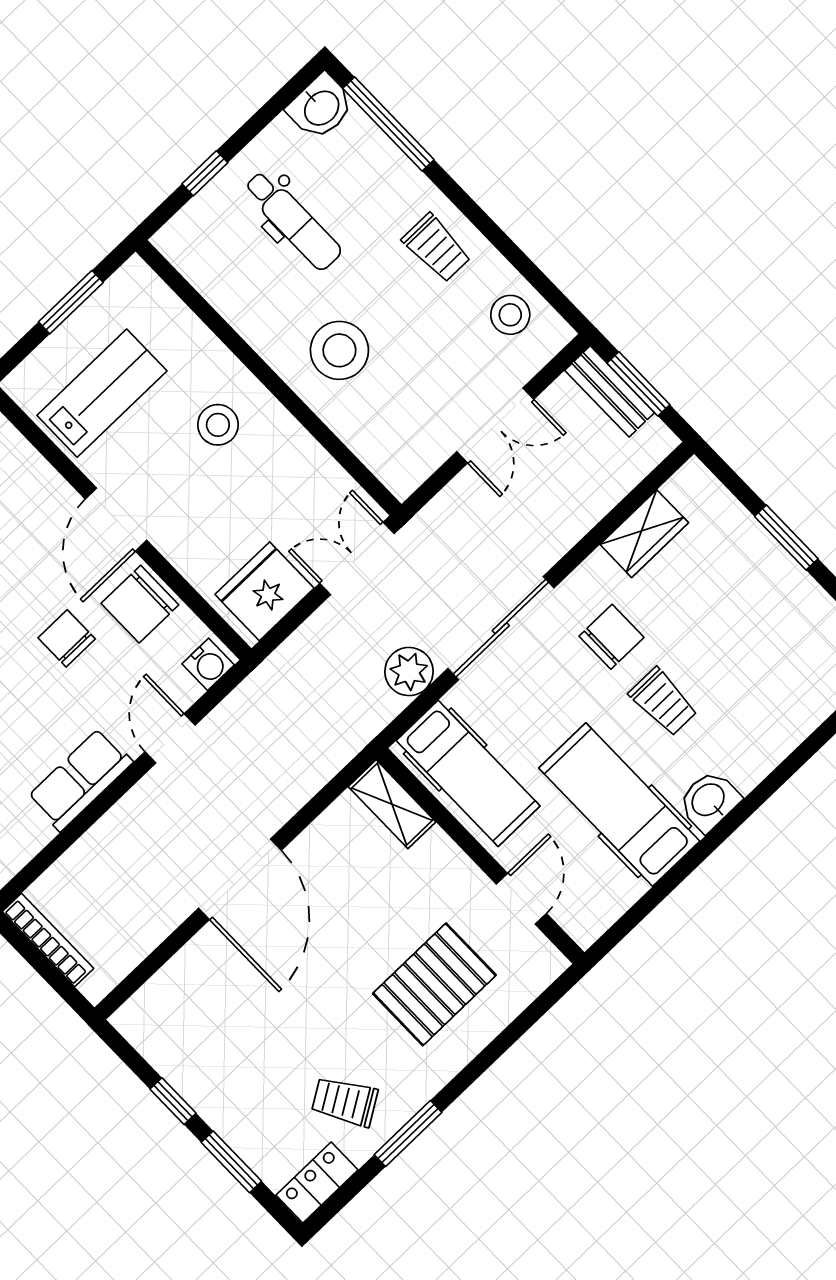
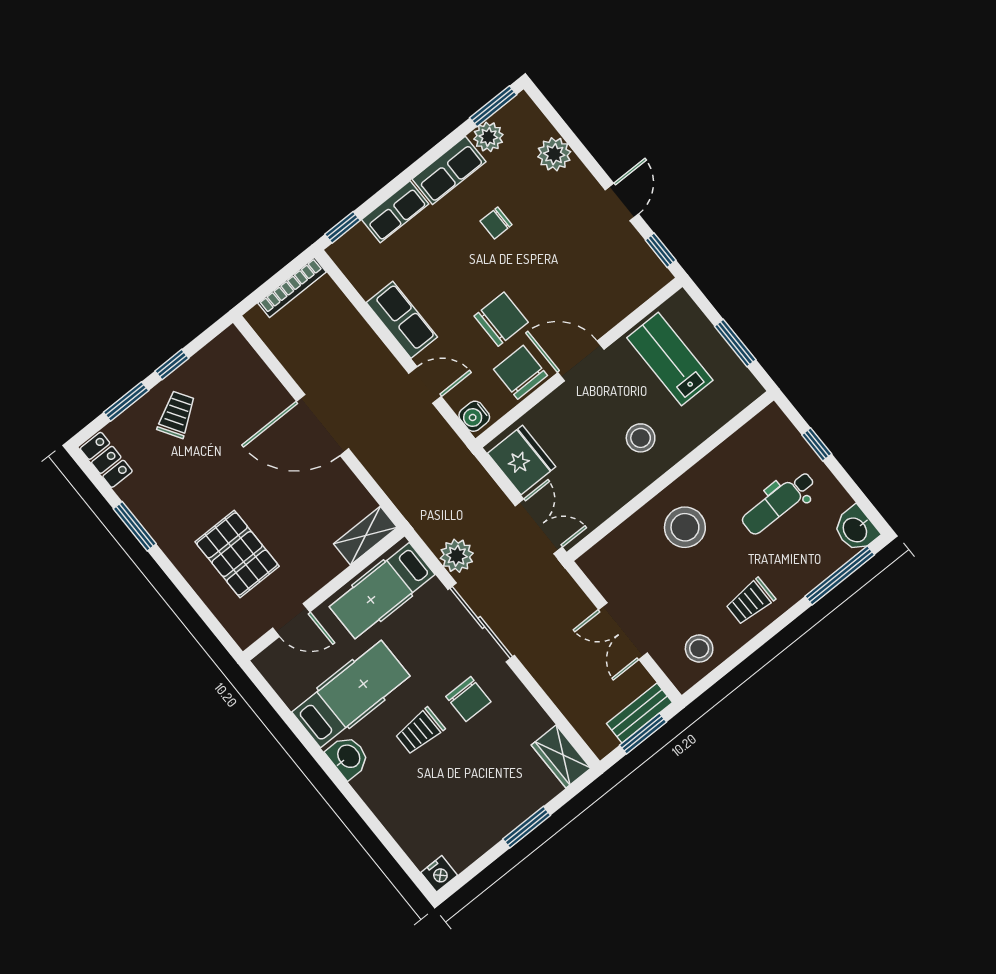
lab bench: (102, 393) -> (670, 359), turned 180
wardrobe: (644, 534) -> (561, 757), moved
chair: (67, 638) -> (501, 319), width x1.37, depth x1.37
trolley: (345, 1102) -> (177, 415), moved

